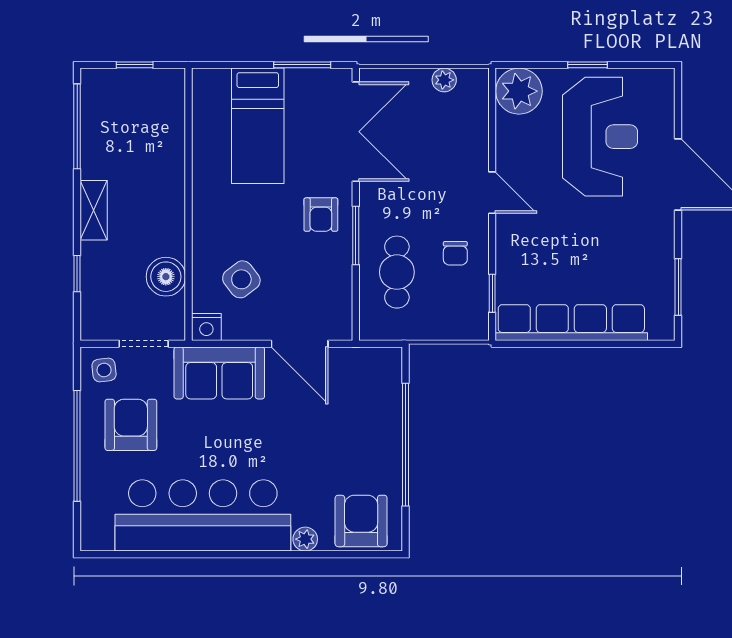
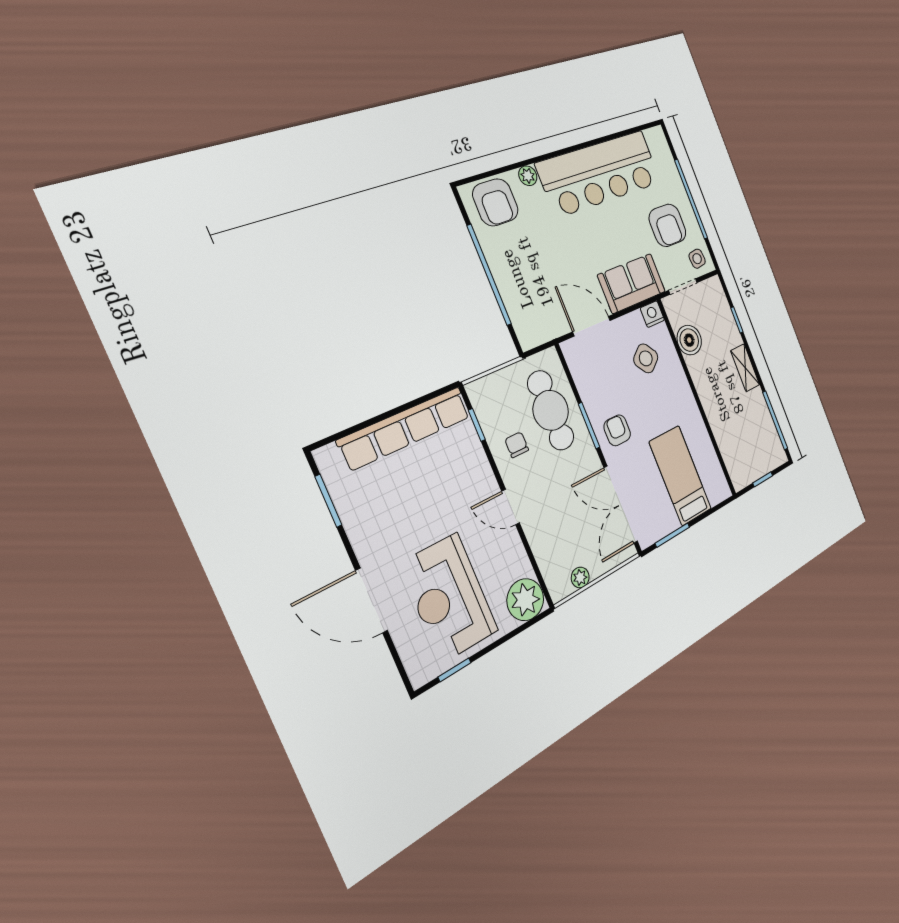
window: (588, 65) -> (454, 670), moved
cafe table: (397, 272) -> (551, 410), width x1.37, depth x1.35

